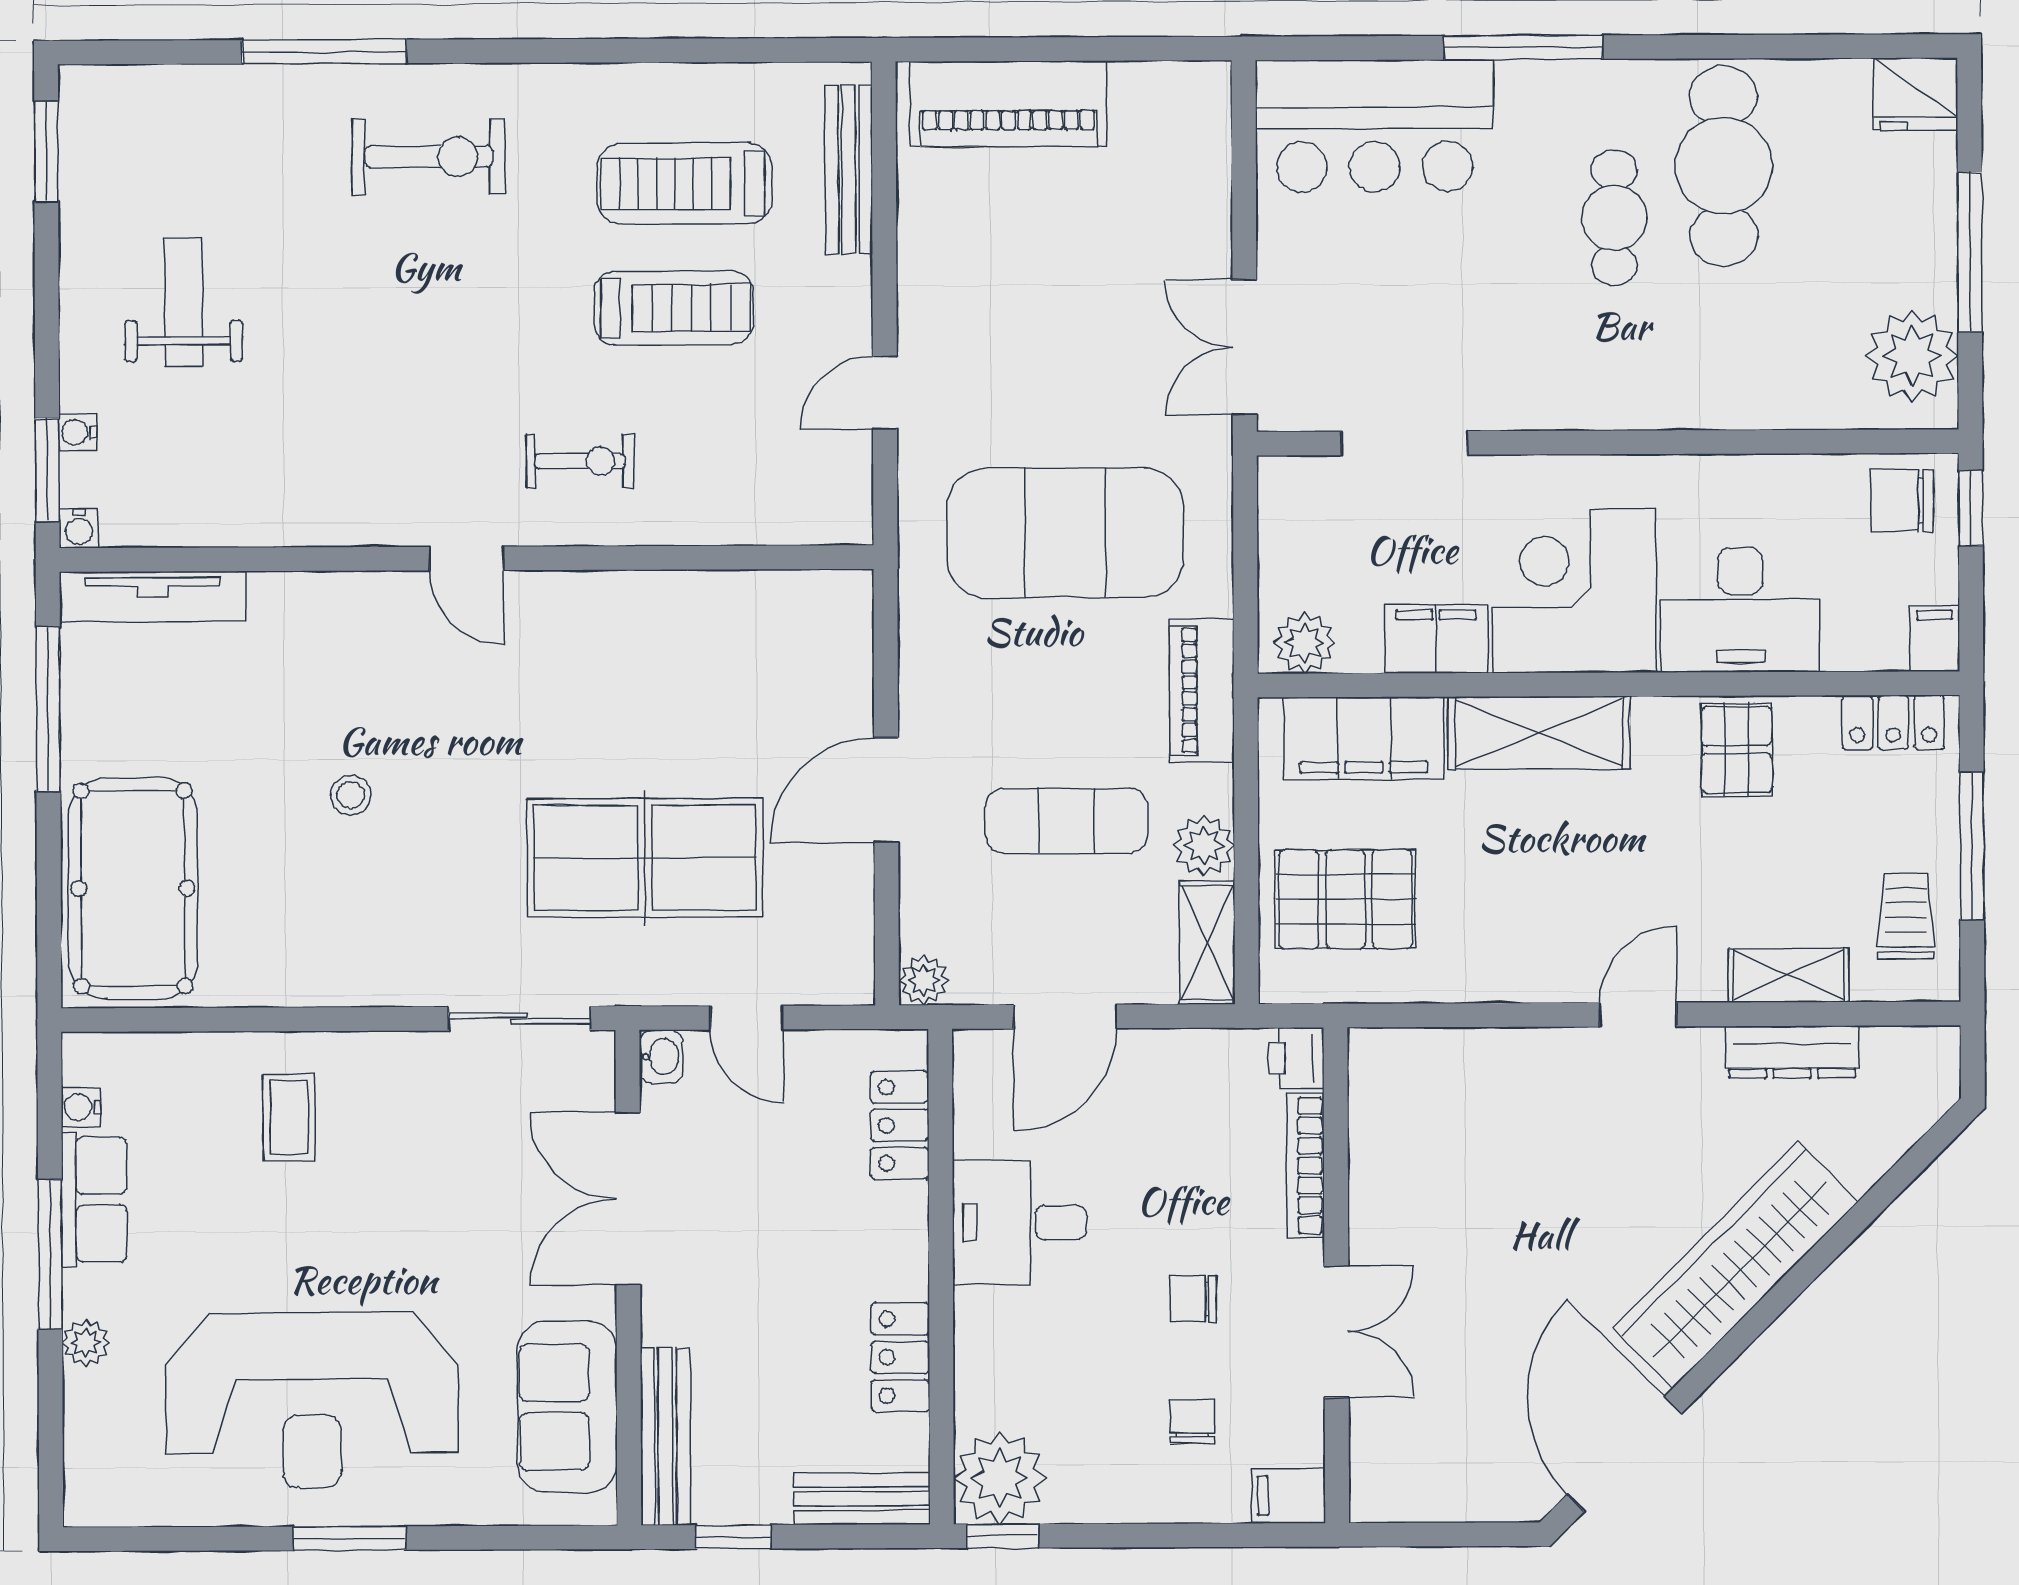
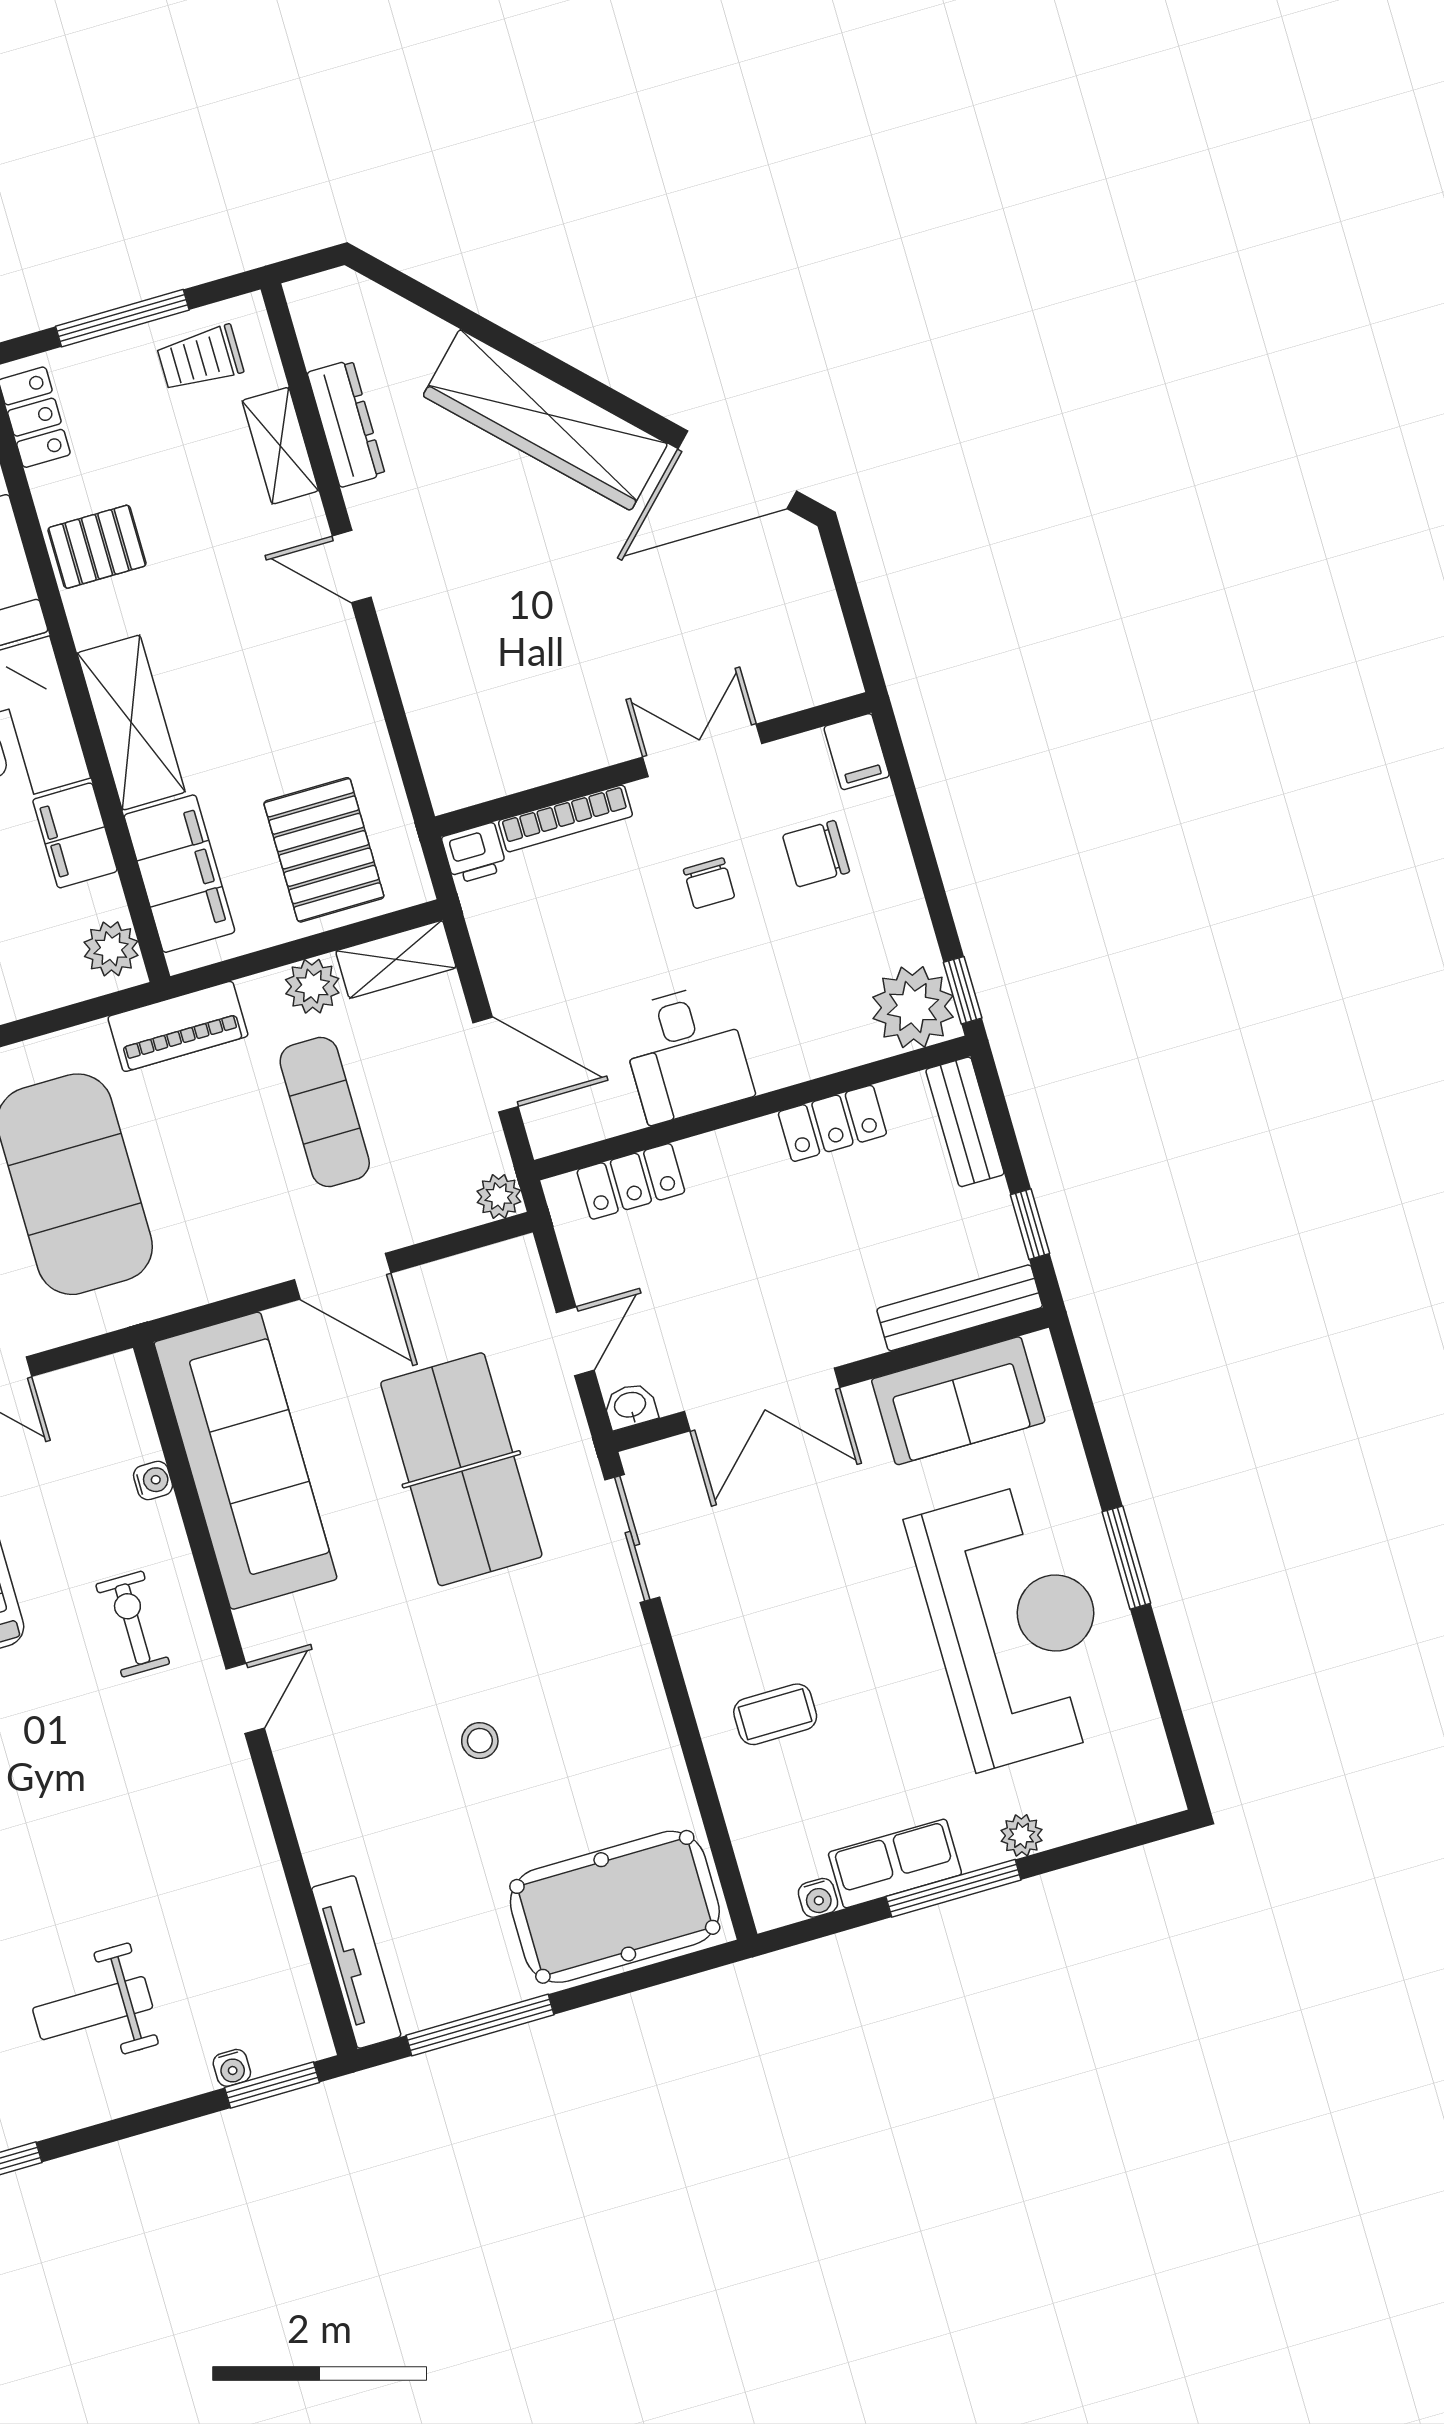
water cooler: (79, 529) -> (153, 1481), moved
sofa: (719, 631) -> (245, 1461), added
chair: (1192, 1422) -> (816, 854), width x1.37, depth x1.37

